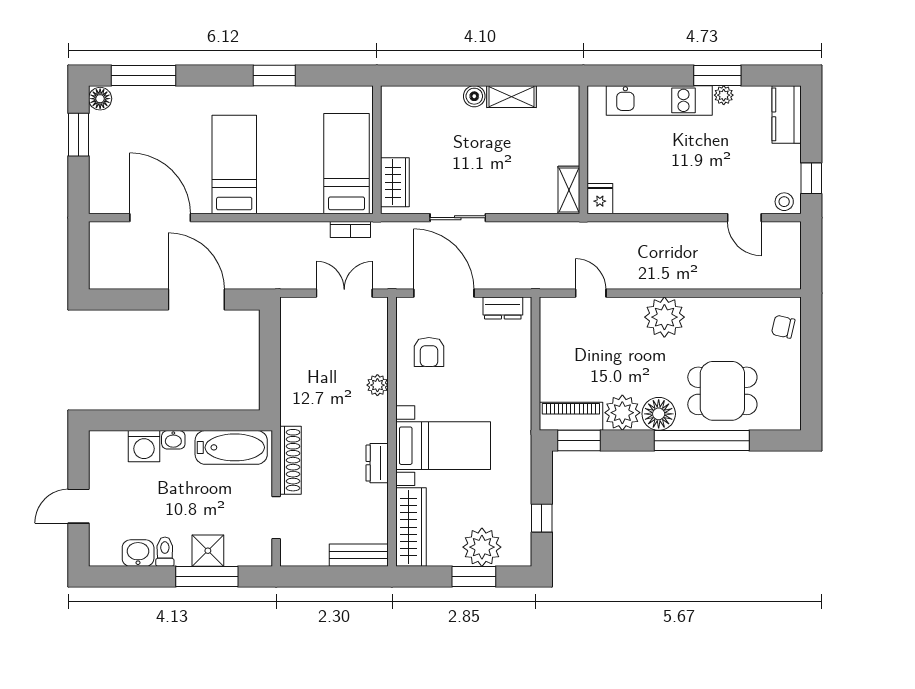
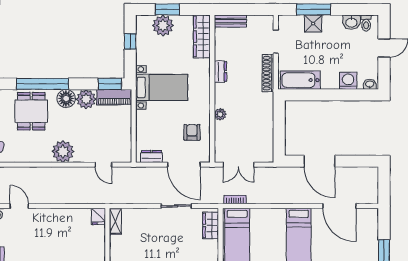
dining table: (722, 391) -> (31, 111), turned 90
washbasin: (173, 440) -> (370, 84), moved
bed with nightstands: (443, 446) -> (162, 87), moved, turned 180
toilet: (165, 552) -> (366, 23), moved

